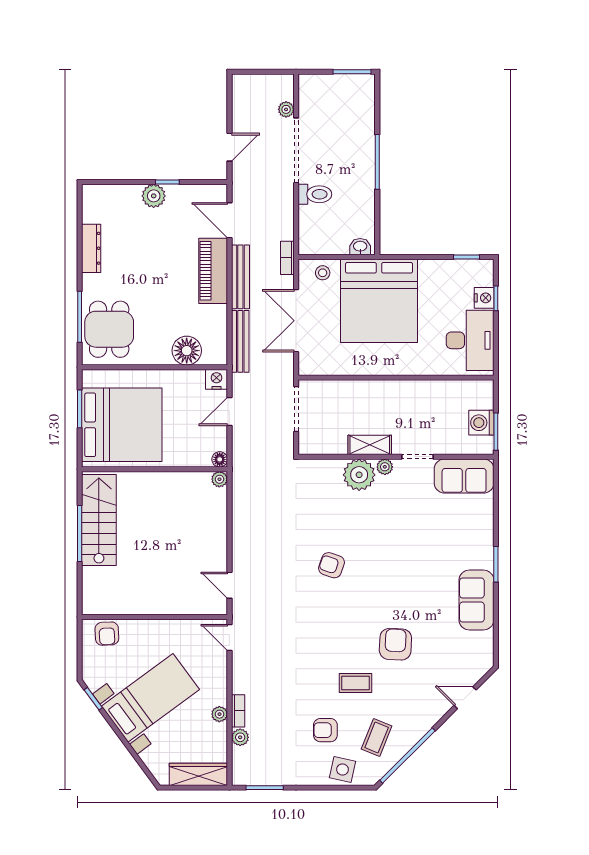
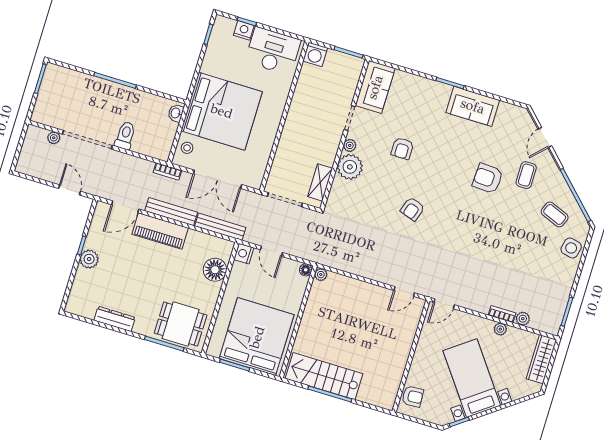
washing machine: (481, 423) -> (315, 54), moved
shelving: (370, 445) -> (320, 182), moved
coffee table: (356, 683) -> (526, 175), moved
armchair: (325, 730) -> (402, 148), moved

